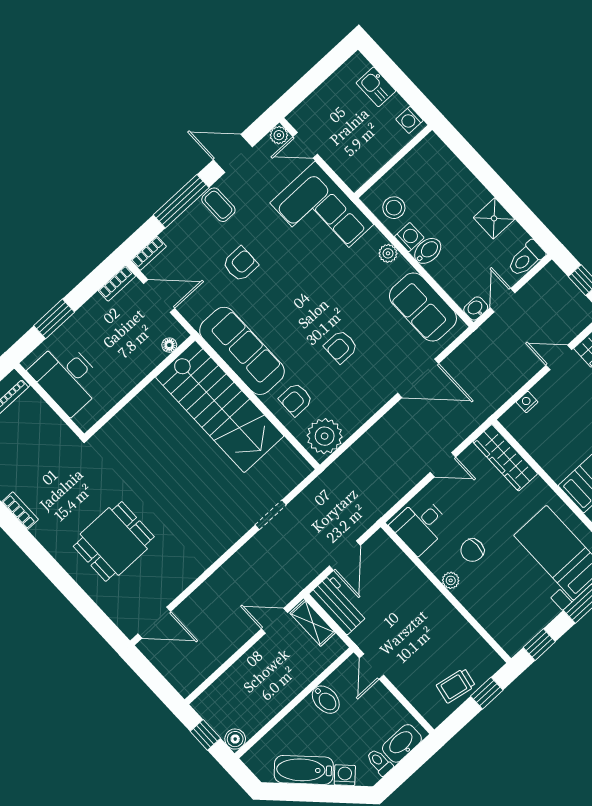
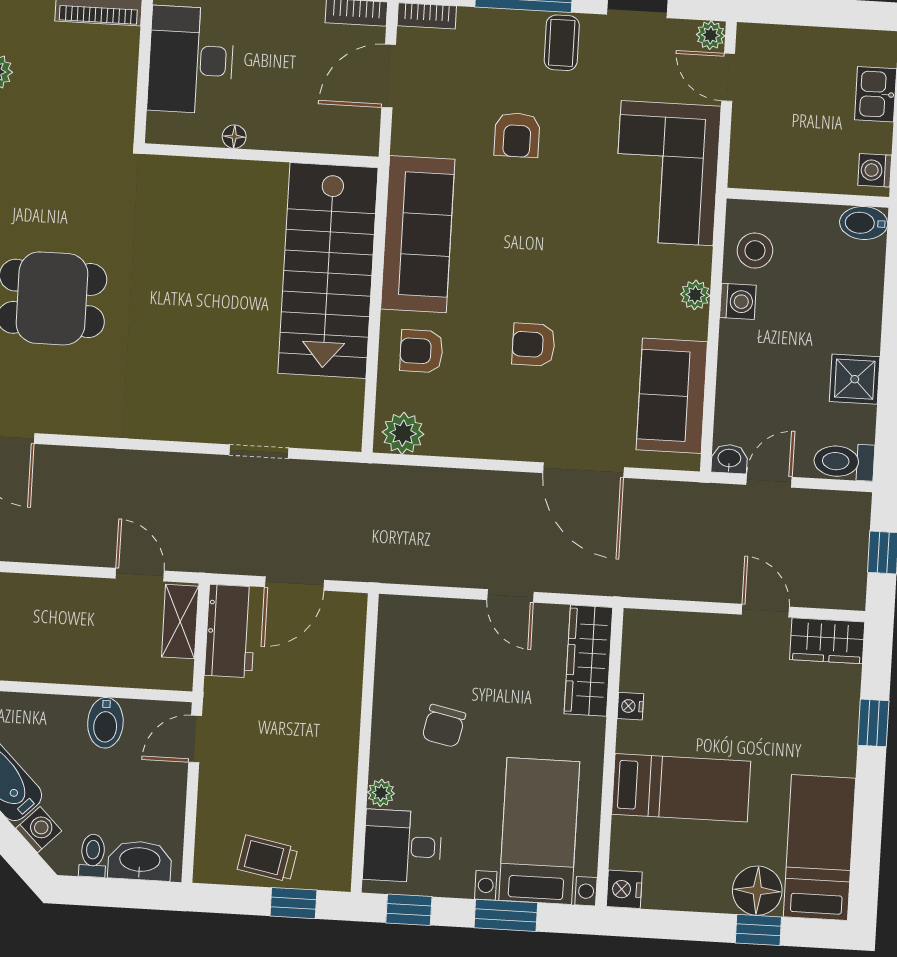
bidet: (428, 251) -> (864, 223), moved, turned 180
armchair: (240, 264) -> (517, 135), turned 90
door: (159, 296) -> (389, 76), swing flipped
floor lamp: (169, 345) -> (234, 137), moved
nightstand: (527, 402) -> (630, 706), moved, turned -90
plant: (325, 436) -> (403, 433), width x0.73, depth x0.73
desk: (420, 525) -> (402, 846), moved
chair: (472, 550) -> (444, 726), turned -79
plant: (451, 580) -> (381, 793), moved

